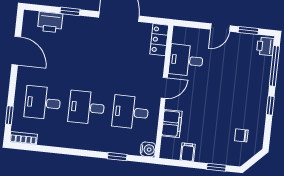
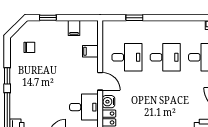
door: (164, 88) -> (100, 81), swing flipped
filing cabinet: (172, 124) -> (90, 51), width x0.50
water cooler: (148, 149) -> (108, 102), moved

